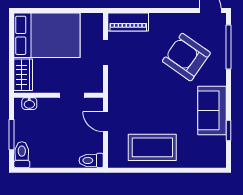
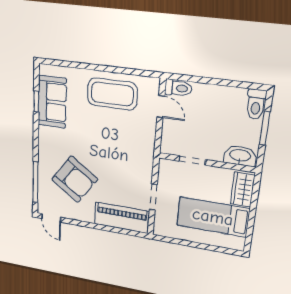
piano: (128, 22) -> (122, 218), width x1.37, depth x1.33
bed: (47, 35) -> (213, 217), width x0.67
washbasin: (29, 104) -> (240, 156), width x1.91, depth x1.45
sofa: (212, 110) -> (52, 102), moved
door: (106, 122) -> (161, 107), moved

